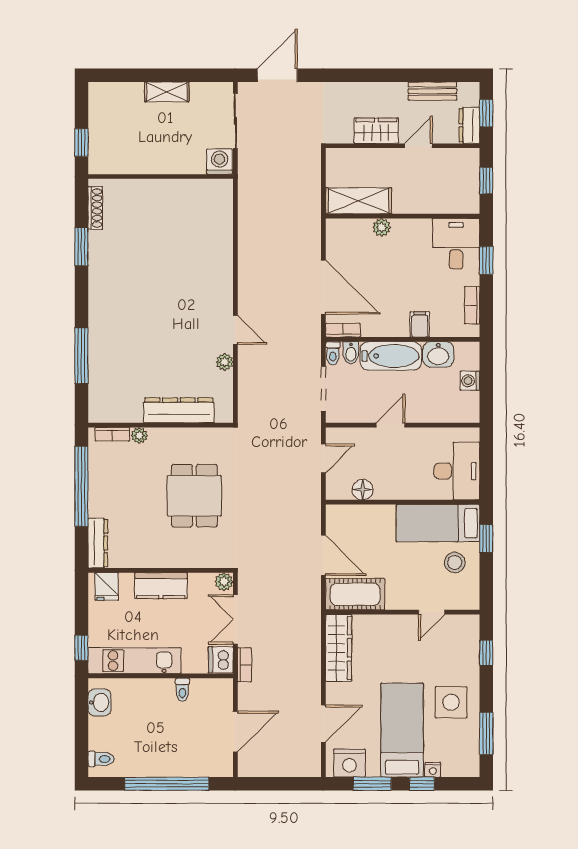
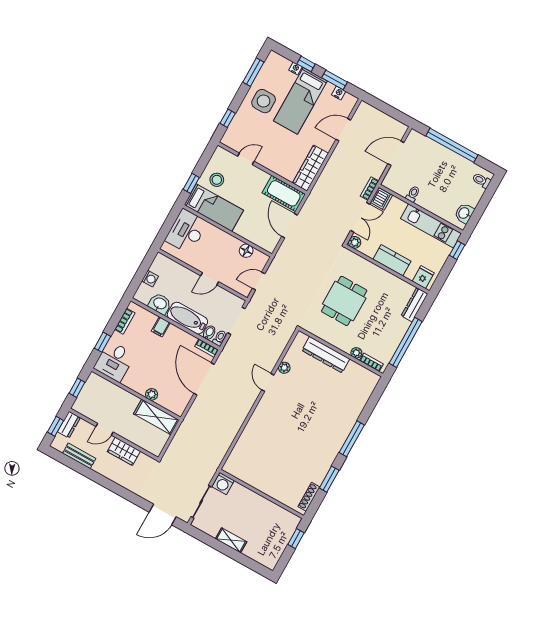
window: (81, 356) -> (352, 439), moved
nightstand: (349, 763) -> (339, 93), width x0.53, depth x0.56

